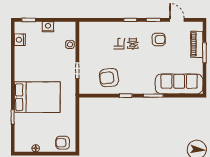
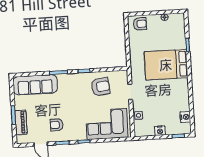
corner sofa: (105, 37) -> (107, 124), added

